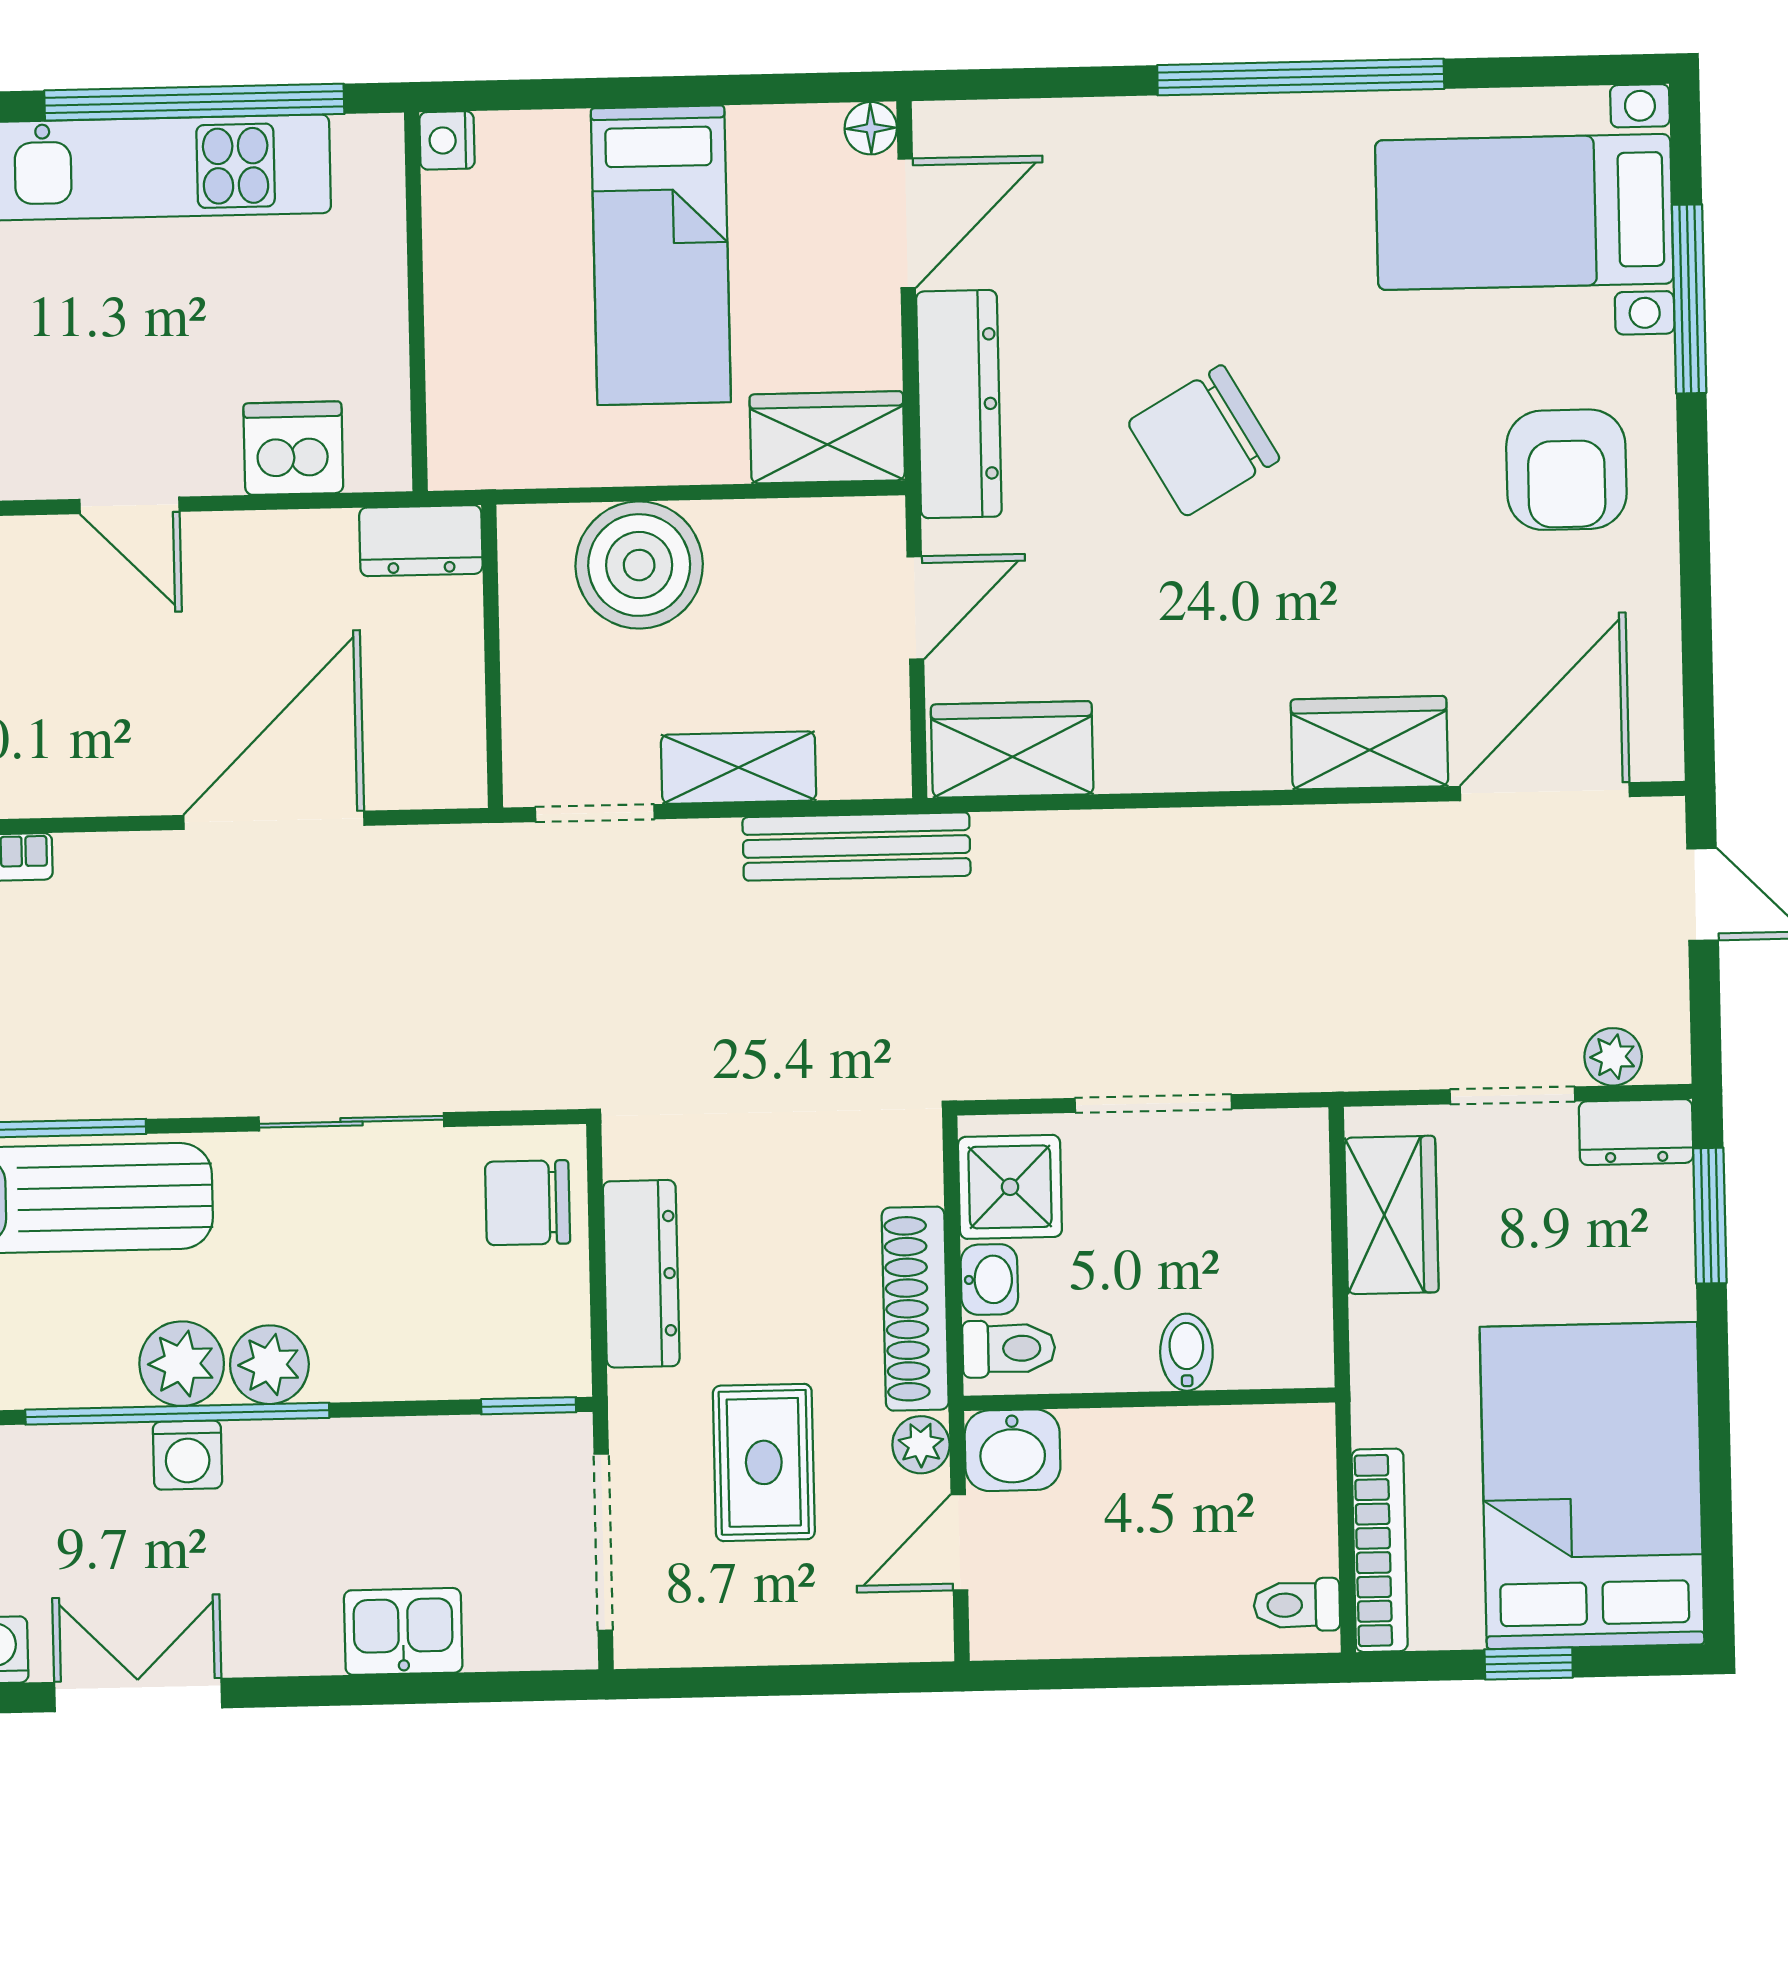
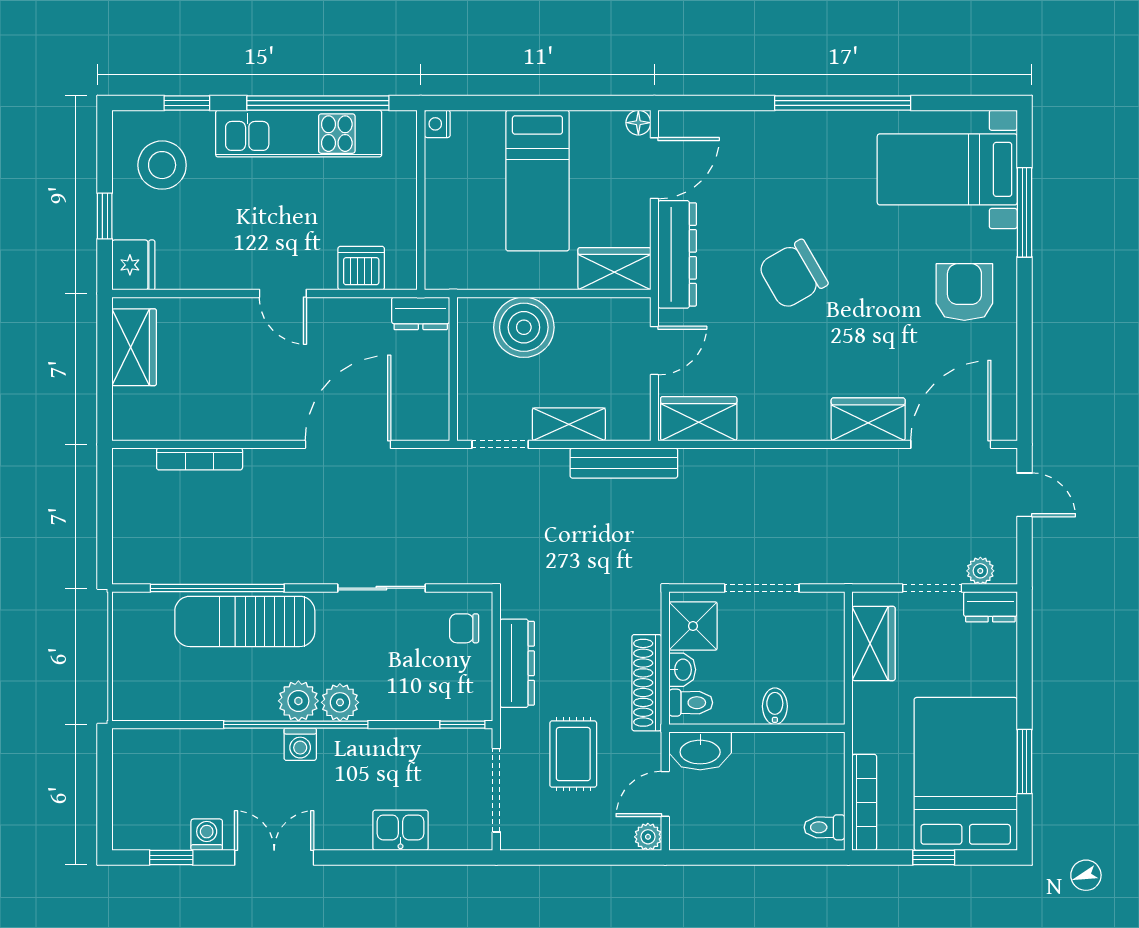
armchair: (1566, 470) -> (964, 292), turned 180
chair: (528, 1203) -> (464, 628), width x0.73, depth x0.73
window: (1710, 1216) -> (1024, 762), moved
plant: (921, 1445) -> (648, 837), moved
washbasin: (1013, 1450) -> (700, 751), width x1.38

